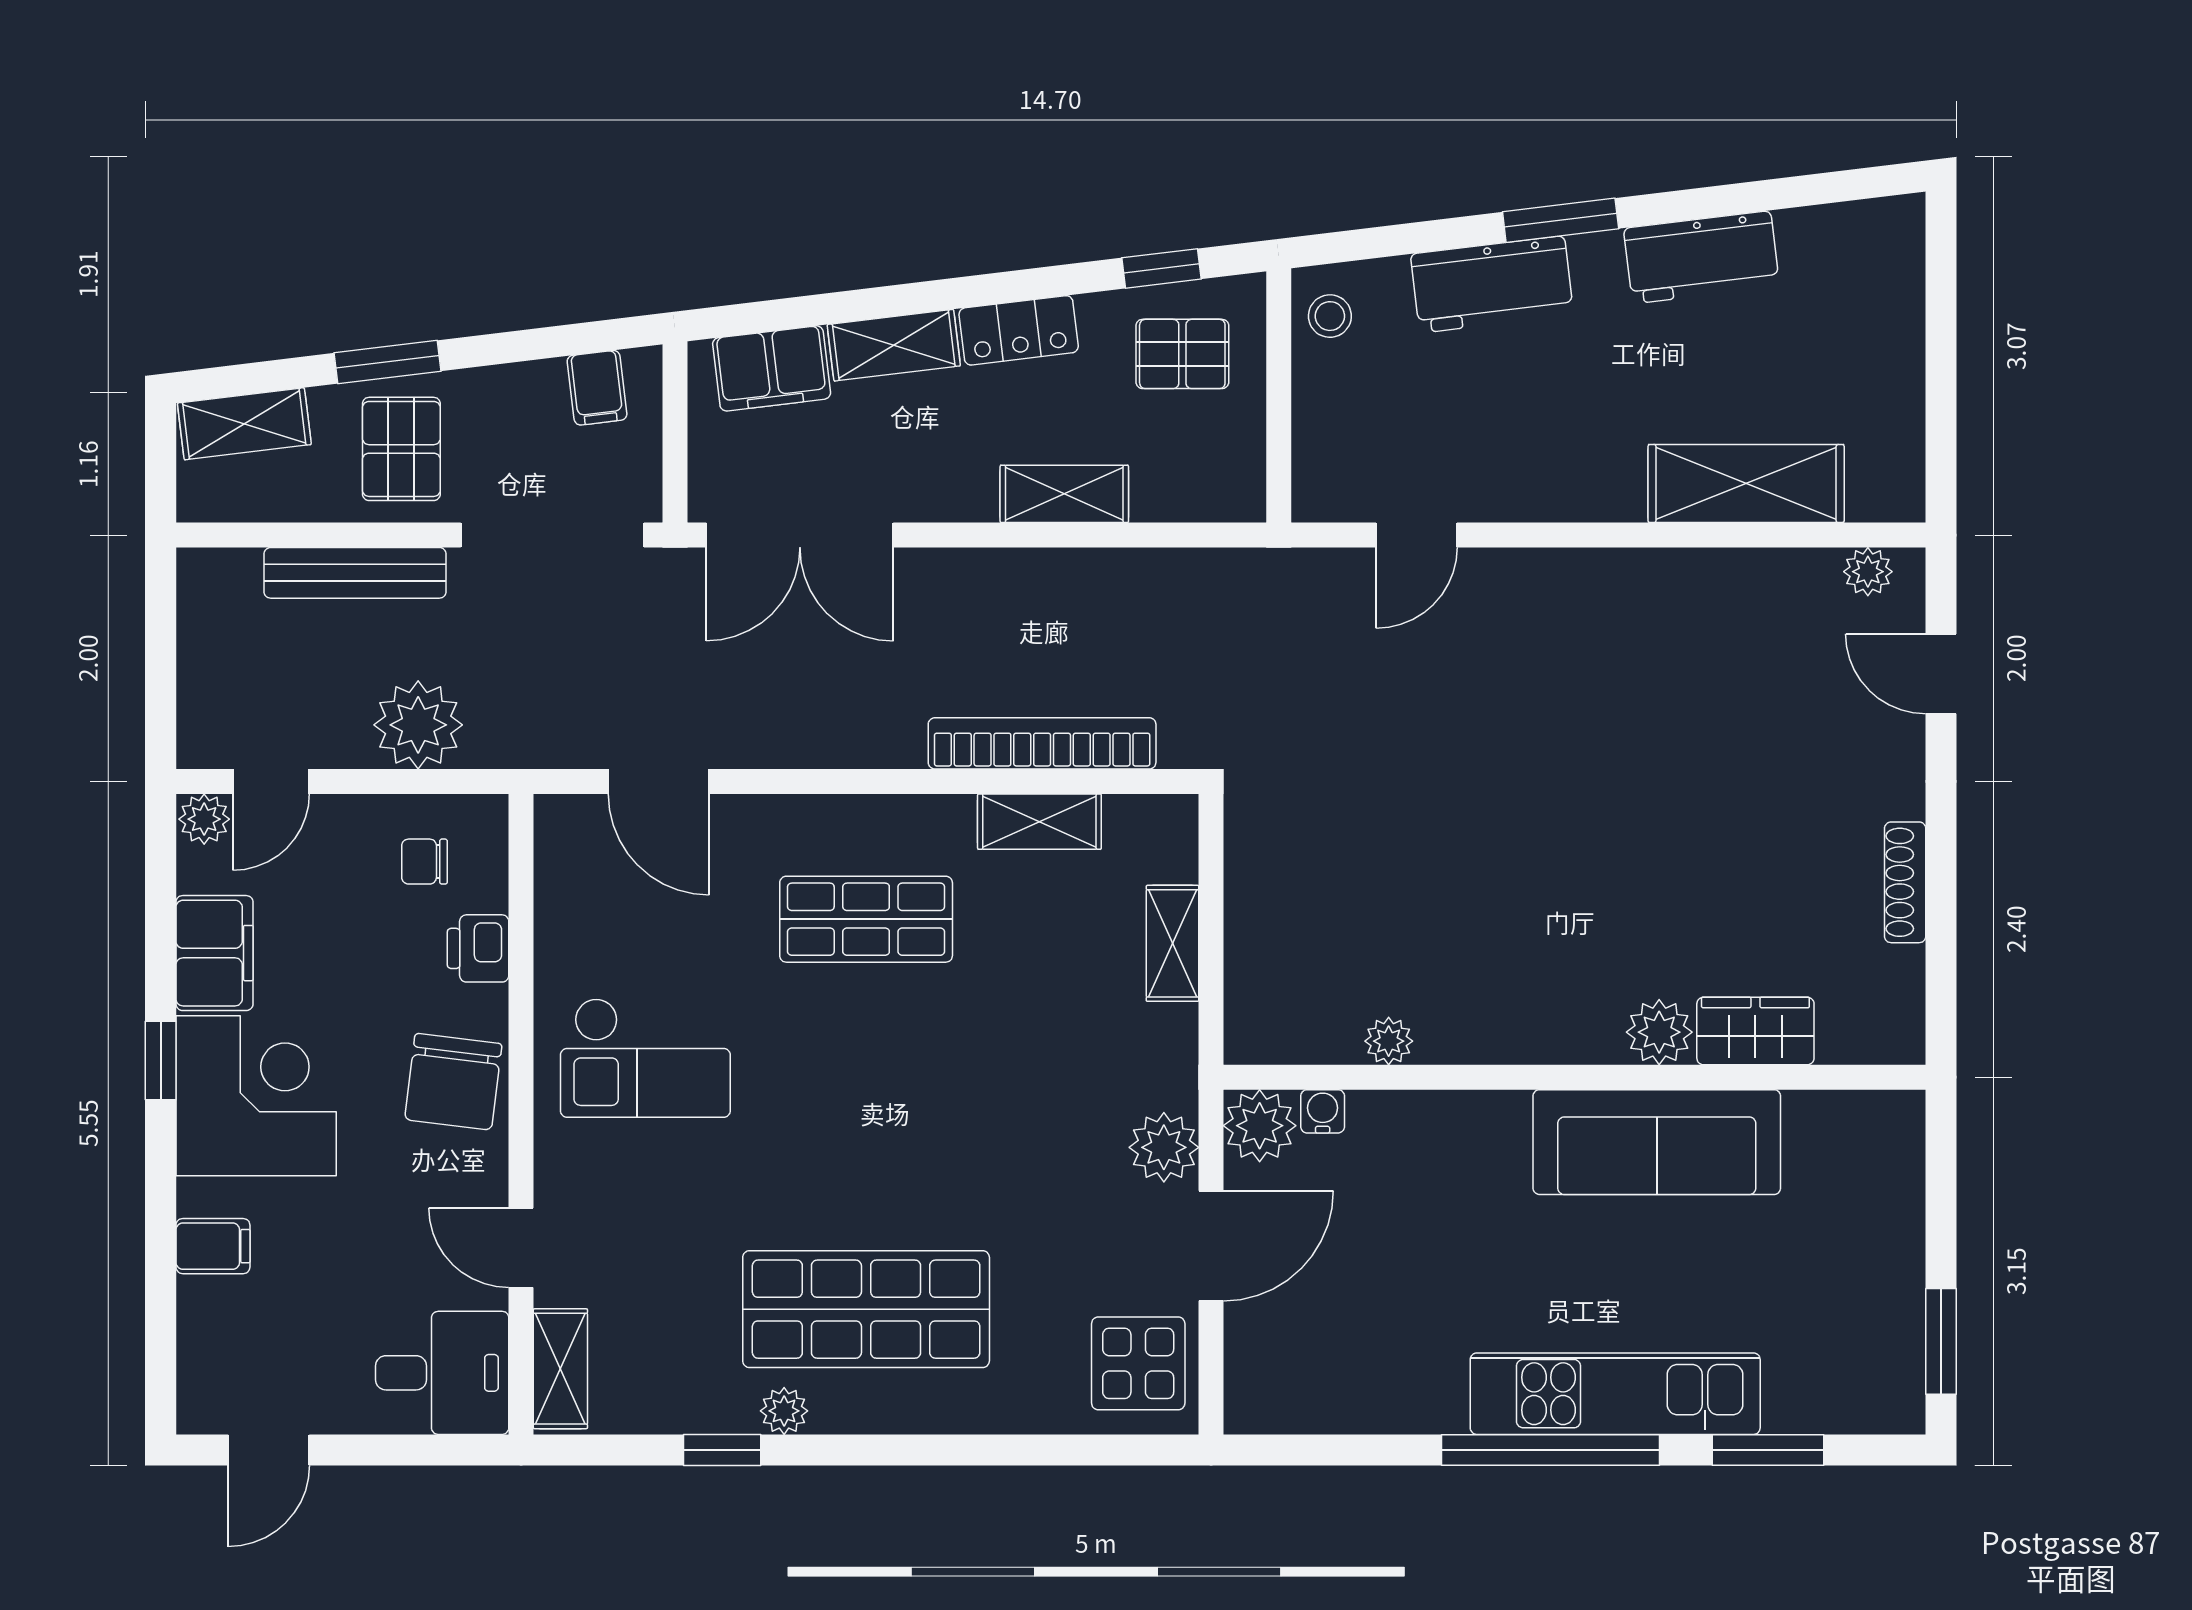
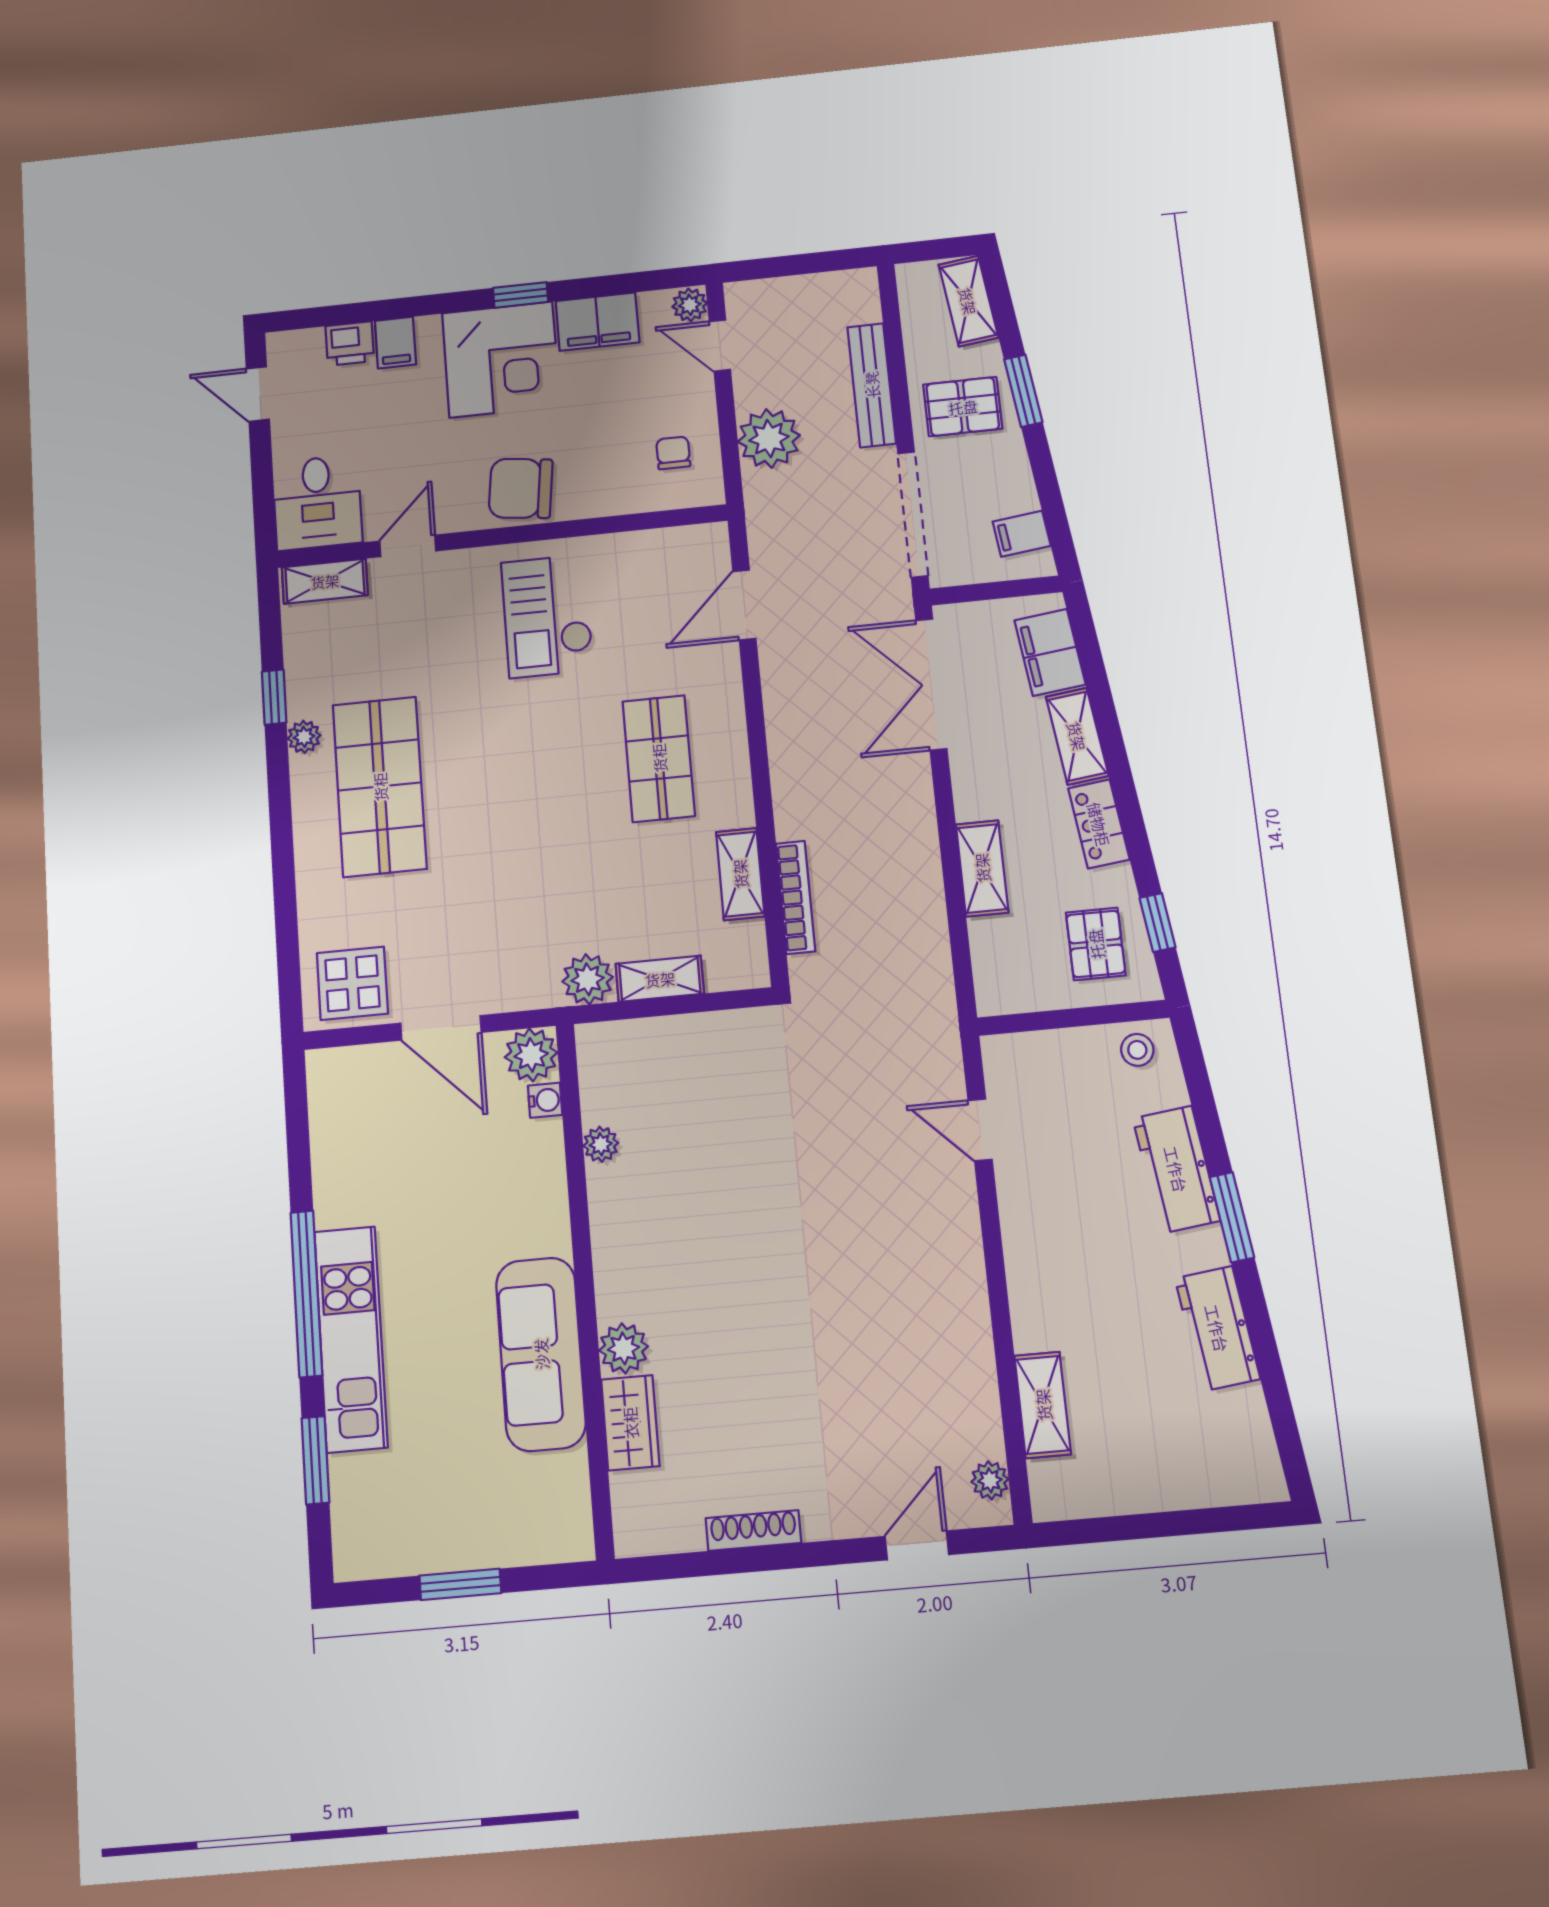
shelving: (1746, 484) -> (1043, 1405), width x0.67, depth x0.75
bookcase: (1042, 743) -> (796, 897), width x0.68, depth x0.76
printer: (478, 948) -> (350, 343), moved, turned 180
plant: (1164, 1147) -> (588, 979), moved
window: (1941, 1341) -> (460, 1584), moved

